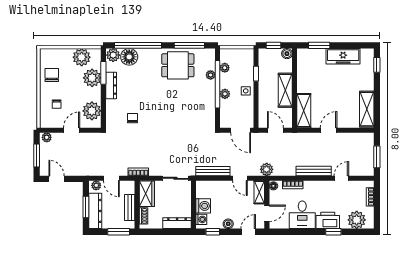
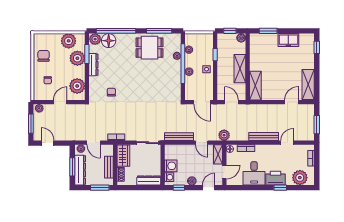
freezer: (343, 56) -> (288, 40), width x0.71
door: (329, 130) -> (292, 102), moved

